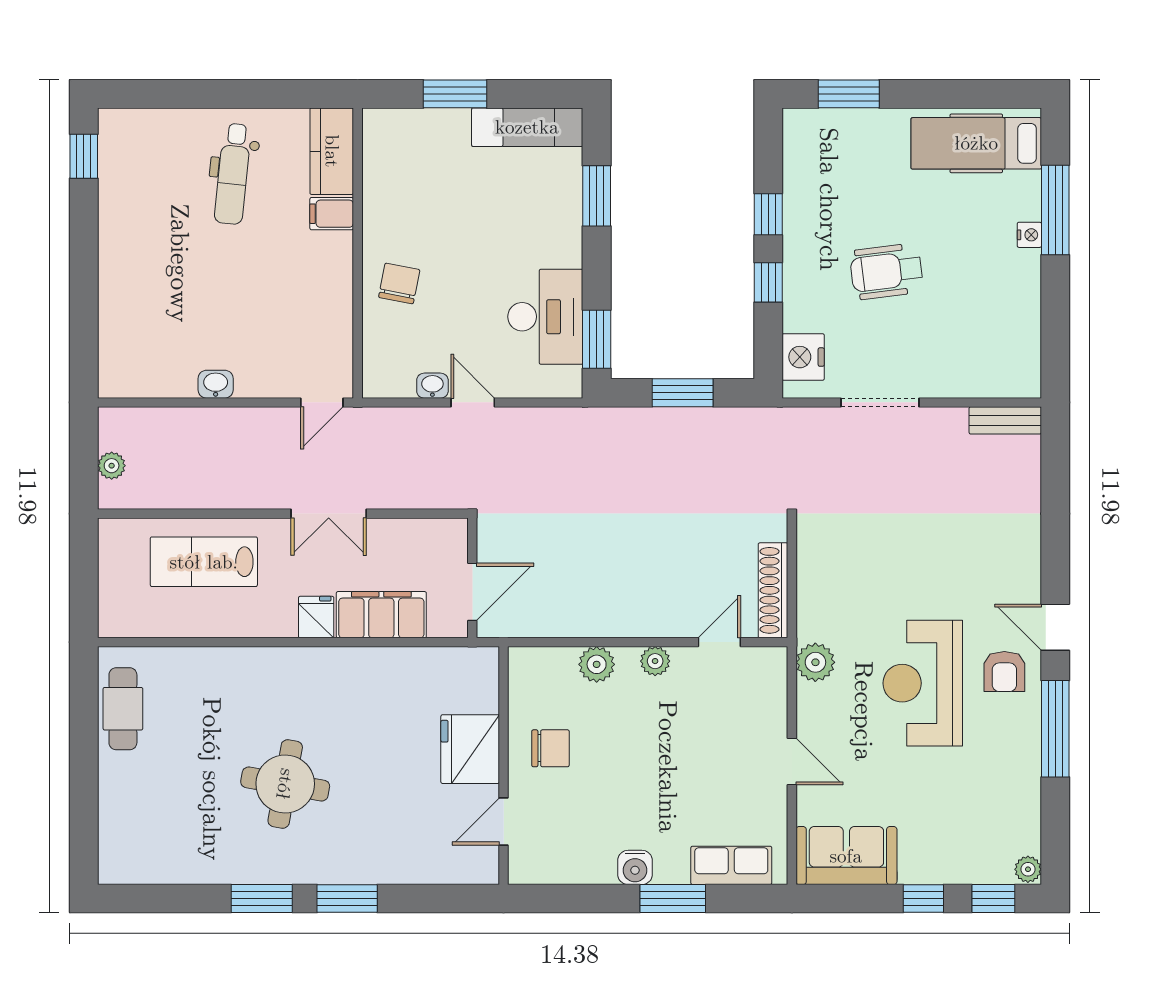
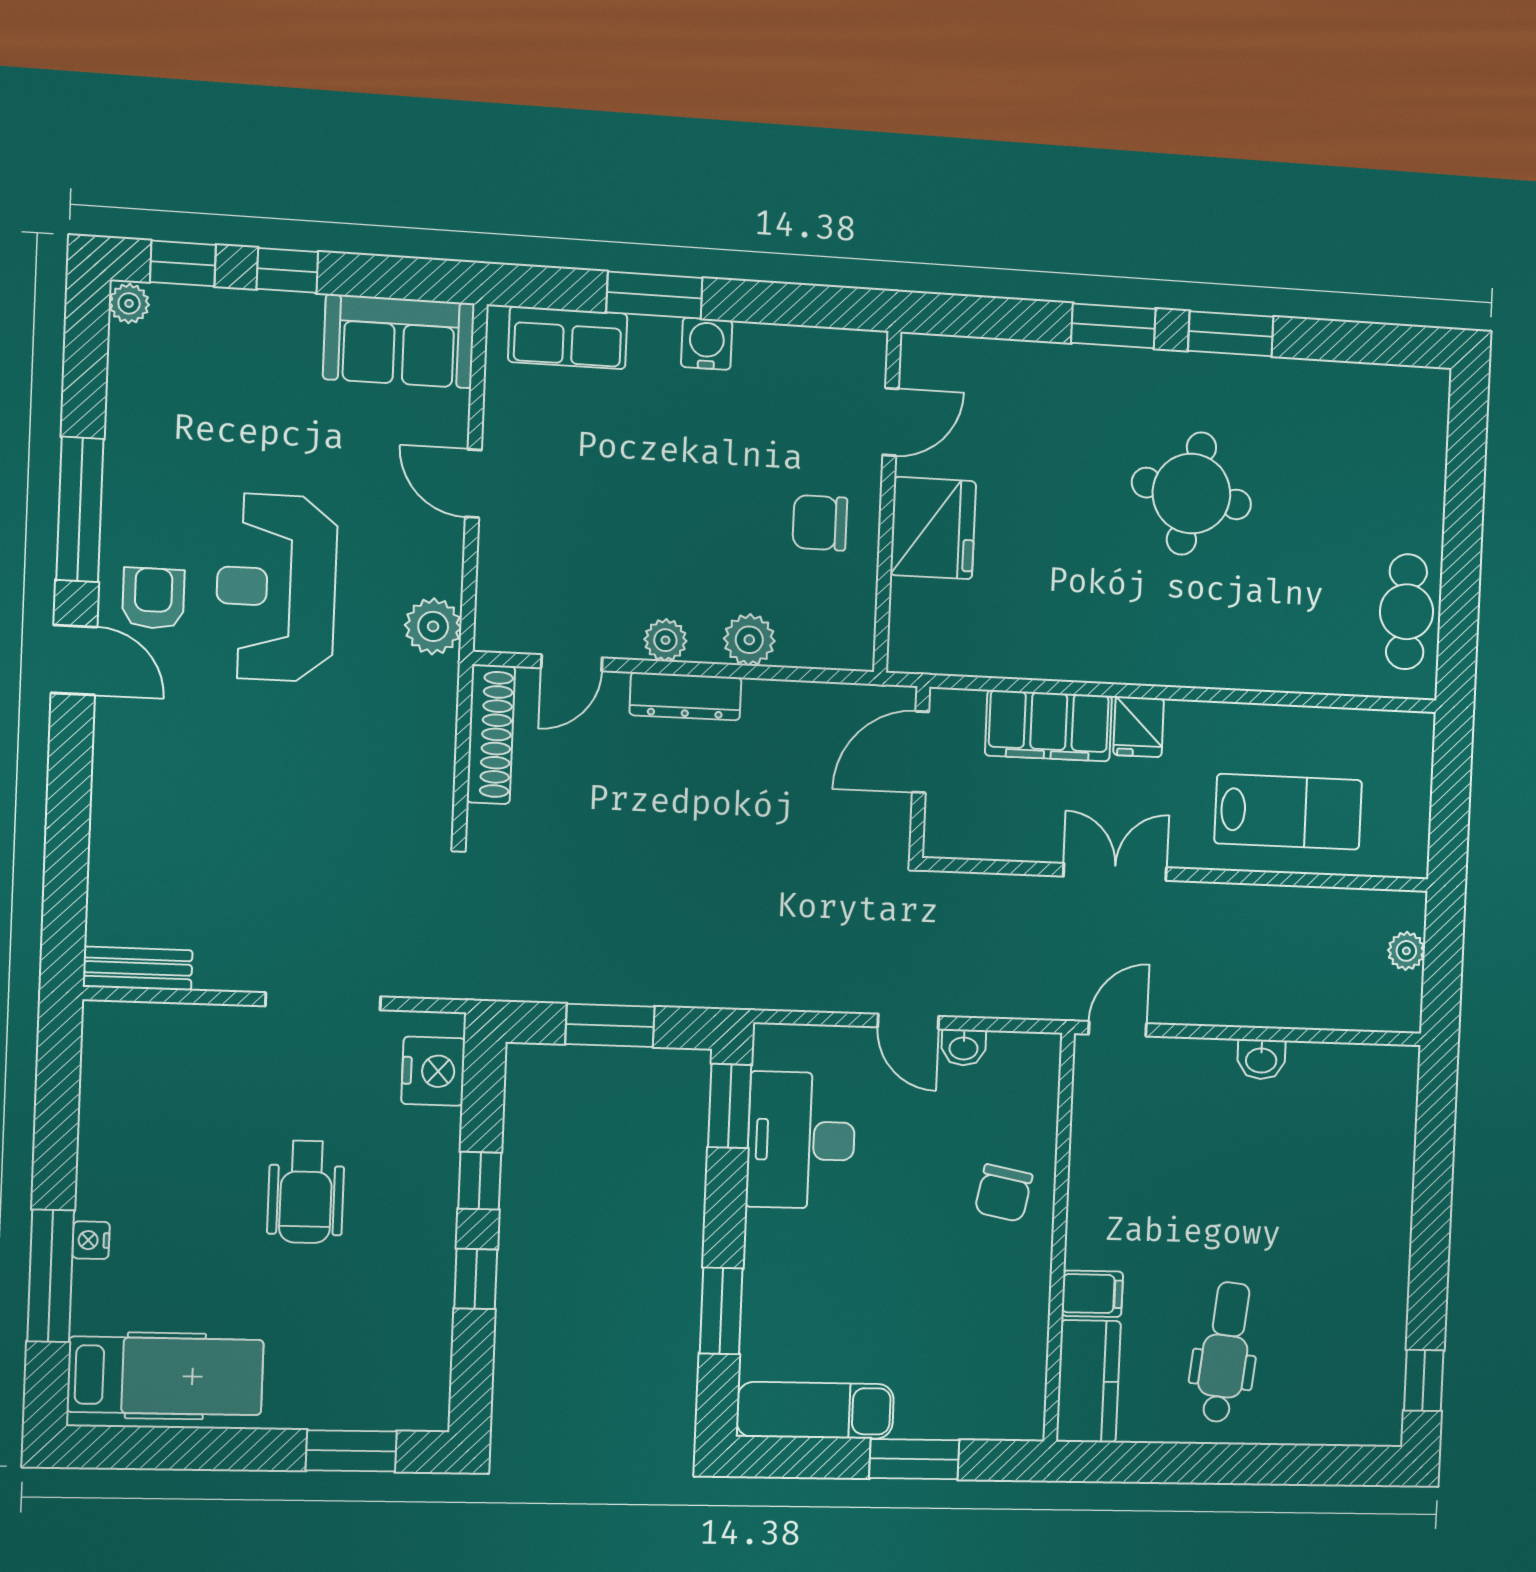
wheelchair: (887, 271) -> (306, 1192), turned 97
dresser: (640, 623) -> (685, 696), added
reception desk: (923, 683) -> (276, 588), turned 180

